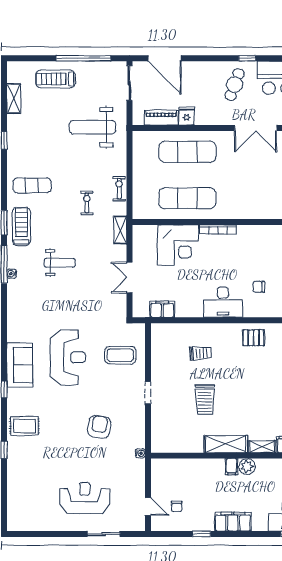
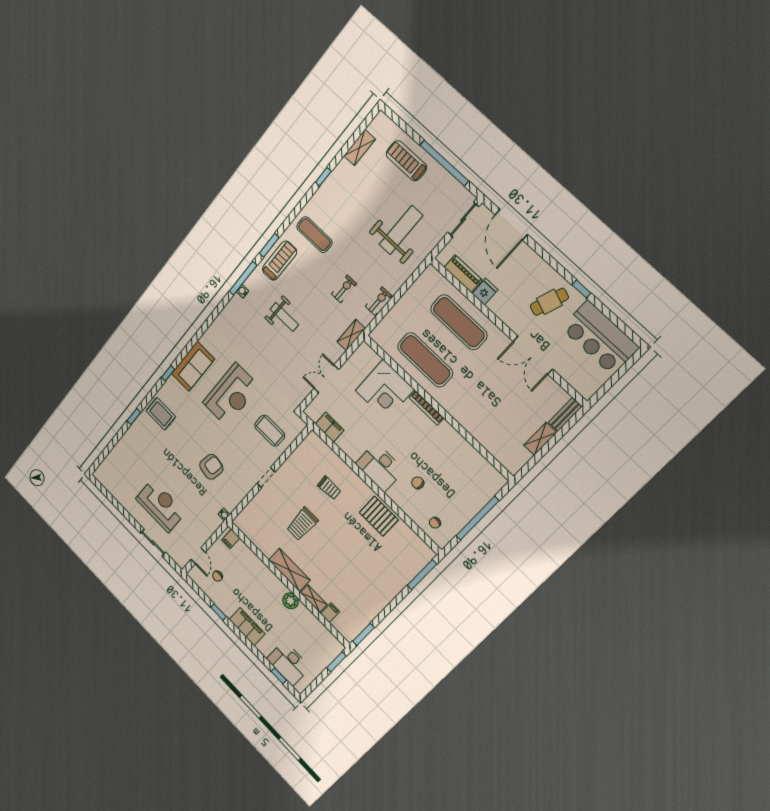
weight bench: (92, 127) -> (401, 230), turned 90
pallet: (254, 338) -> (379, 516), width x1.50, depth x1.42
filing cabinet: (232, 467) -> (231, 539), moved

